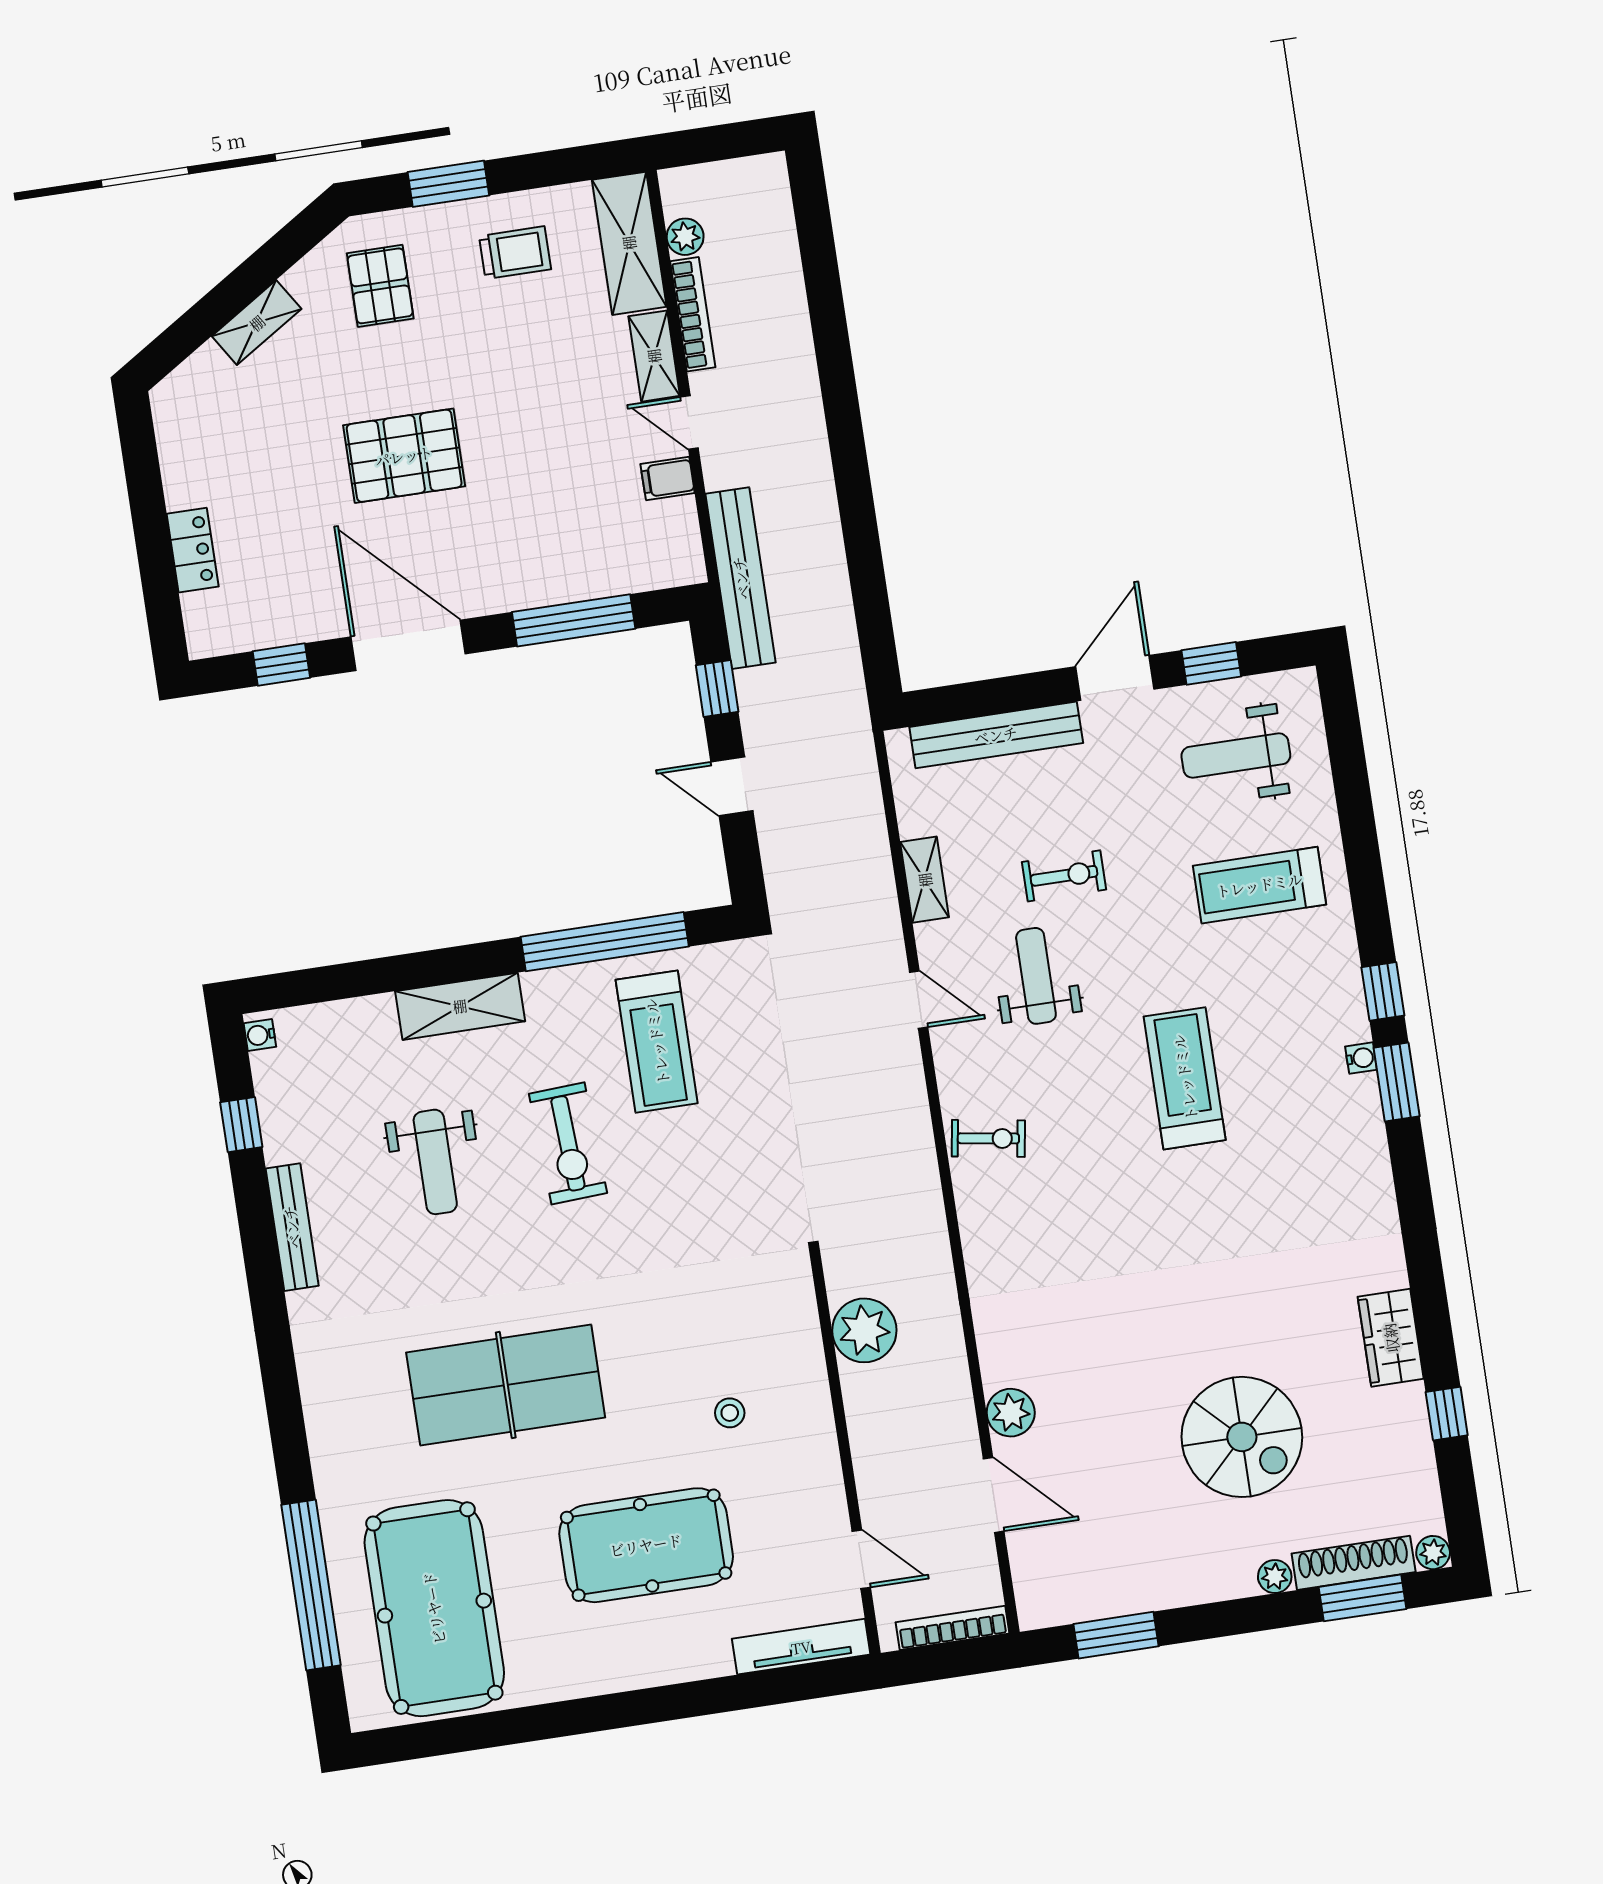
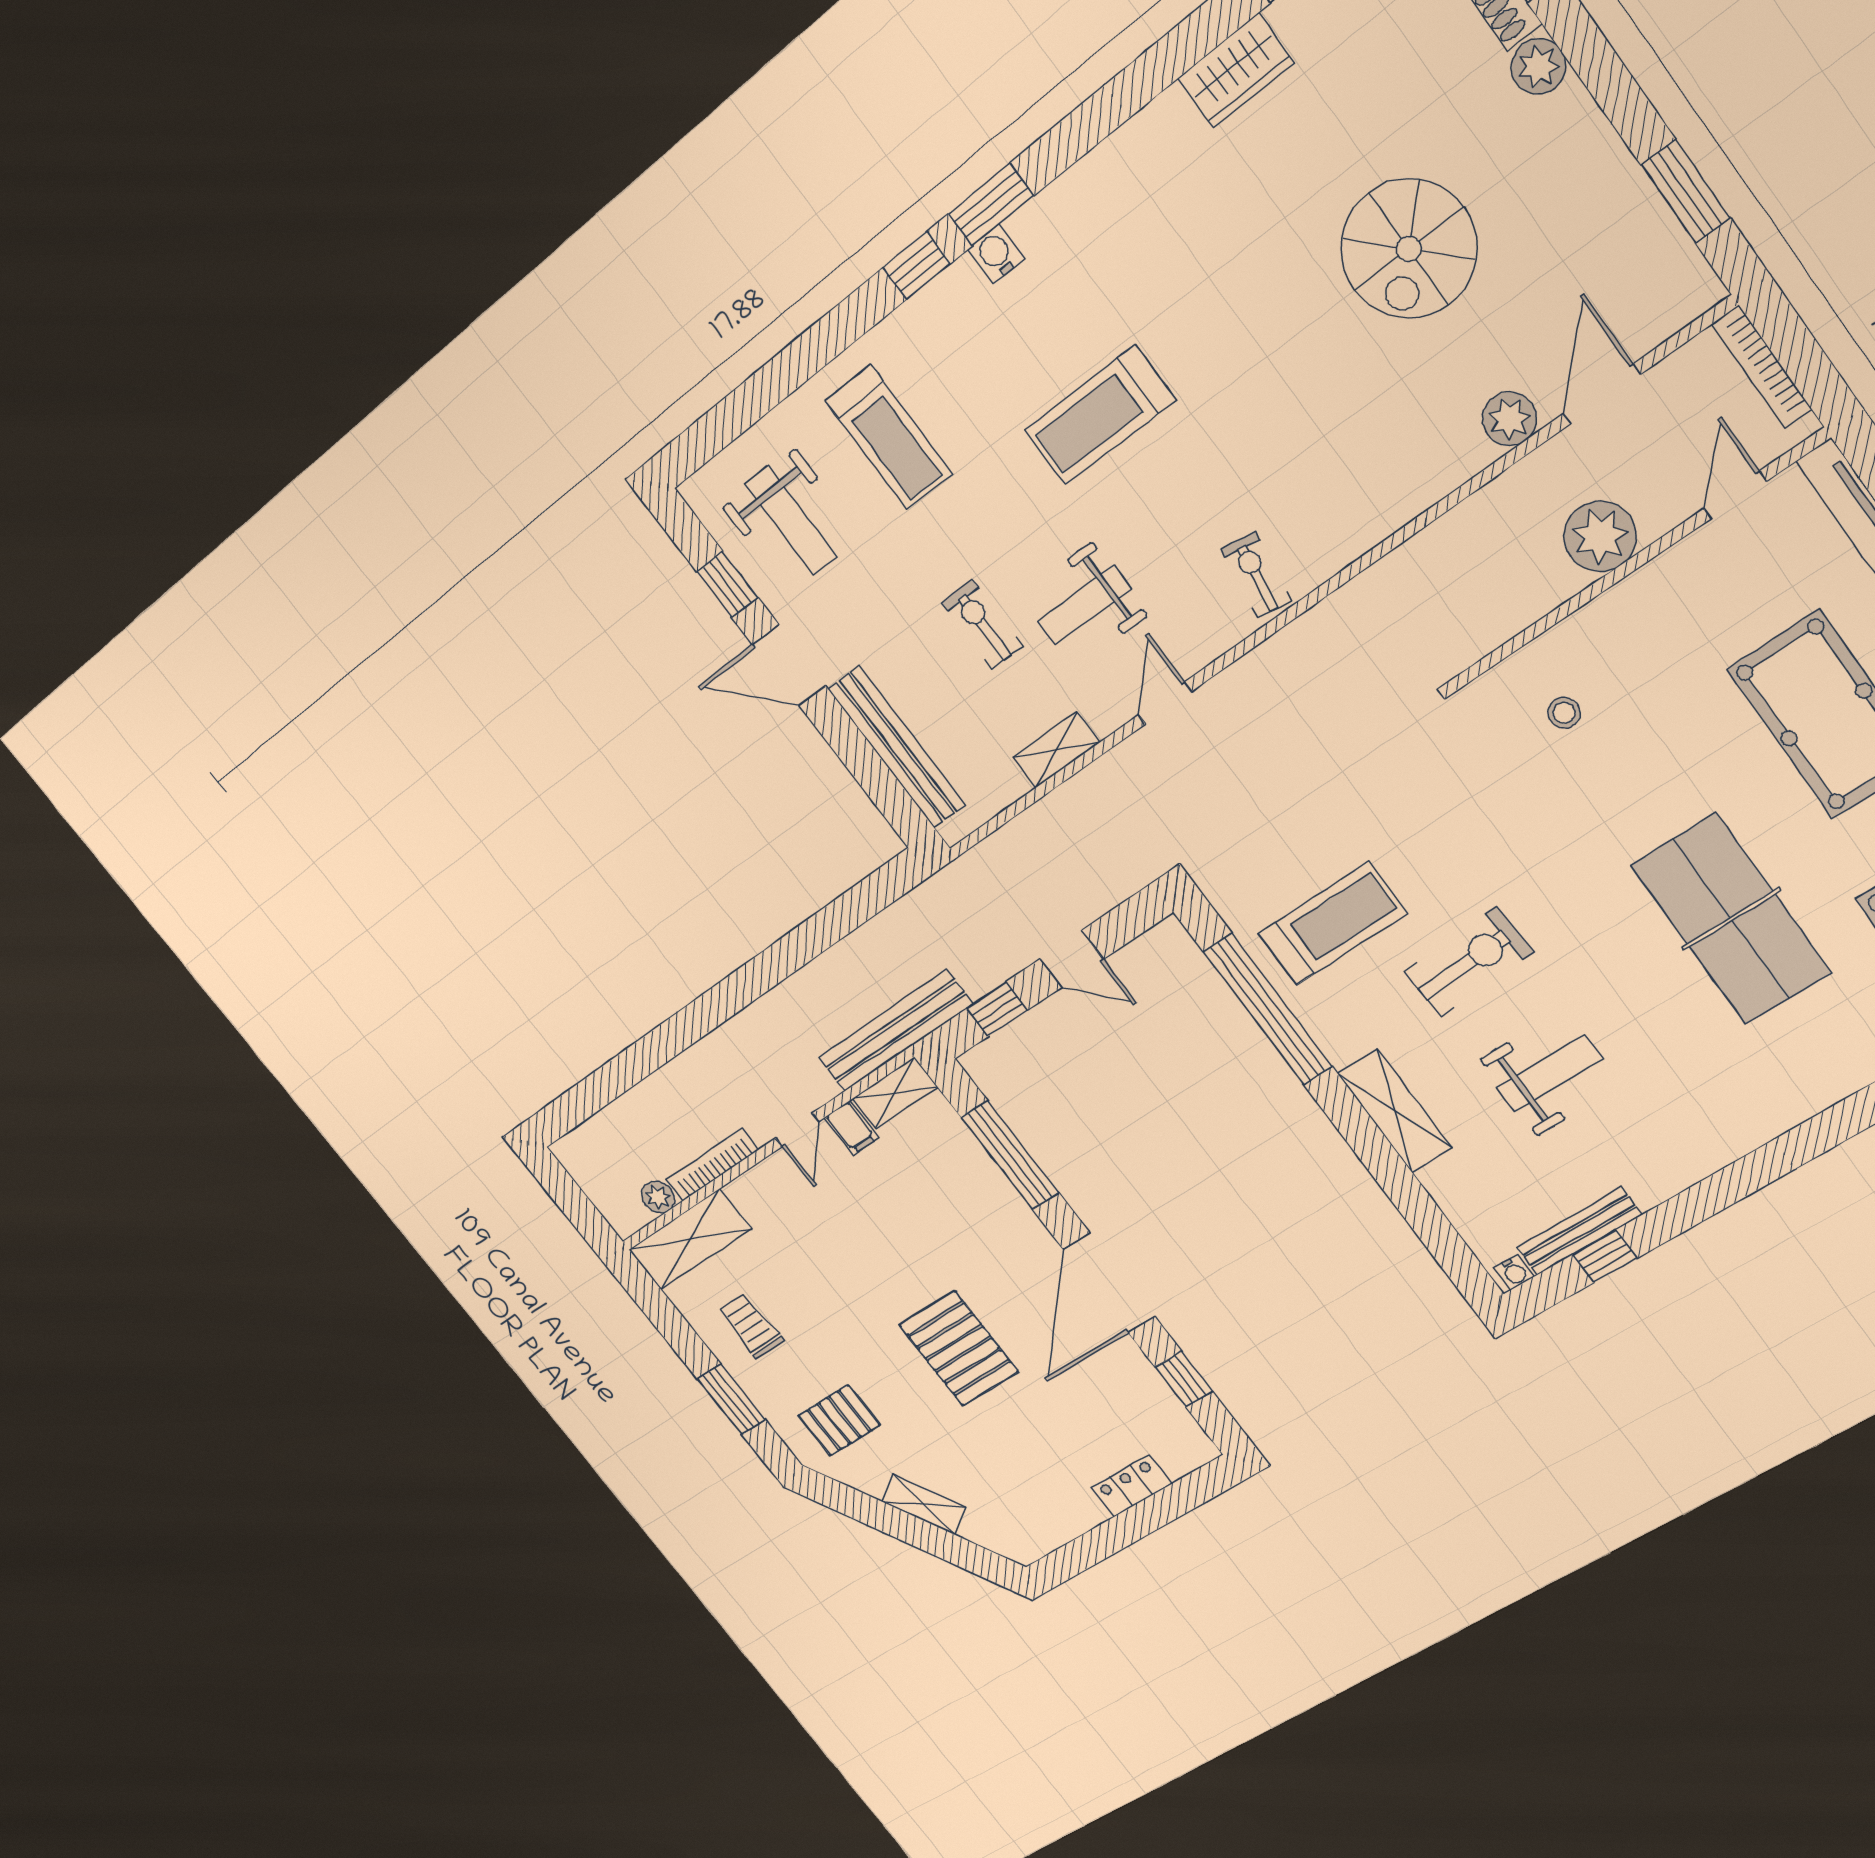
shelving: (654, 356) -> (895, 1093), moved
door: (732, 786) -> (1072, 959), hinge flipped
water cooler: (1361, 1058) -> (996, 254), width x1.38, depth x1.38
bench: (292, 1227) -> (1579, 1231), moved
plant: (864, 1330) -> (1600, 536), moved
stool: (730, 1413) -> (1564, 713), moved
spiral stairs: (1242, 1437) -> (1409, 249), moved, turned 180
plant: (1275, 1577) -> (1539, 67), width x1.38, depth x1.38

